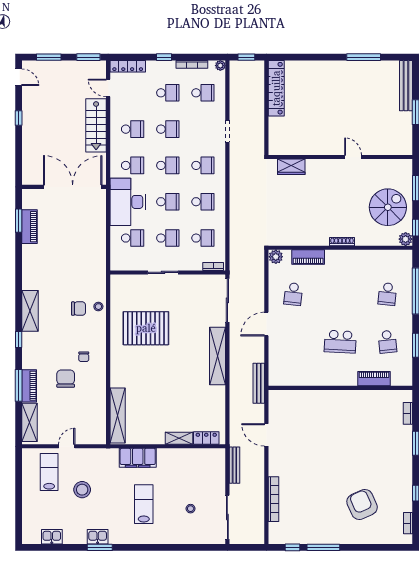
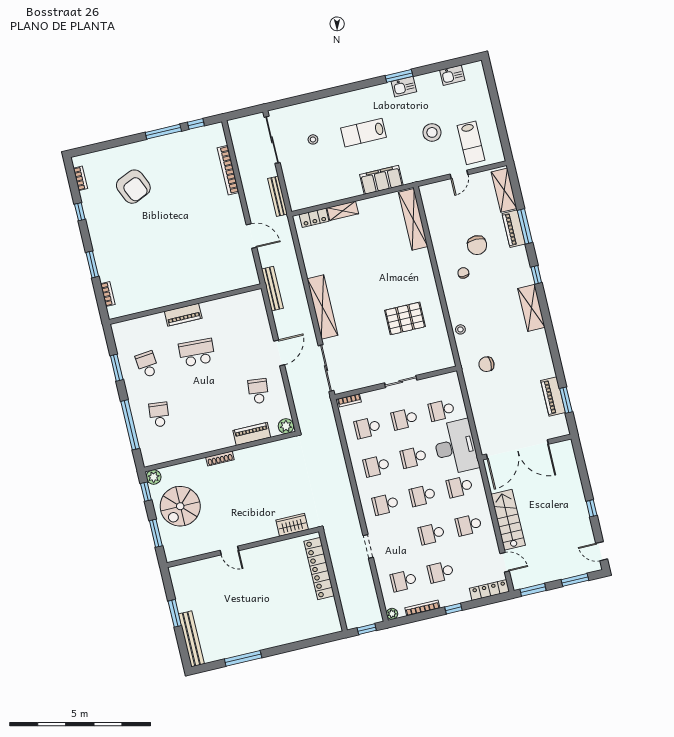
locker: (276, 88) -> (319, 568), moved
chair: (79, 309) -> (486, 364), moved
pallet: (146, 328) -> (405, 318), width x0.73, depth x0.71
piano: (374, 379) -> (183, 315), moved
lab bench: (144, 504) -> (363, 133), turned 90

